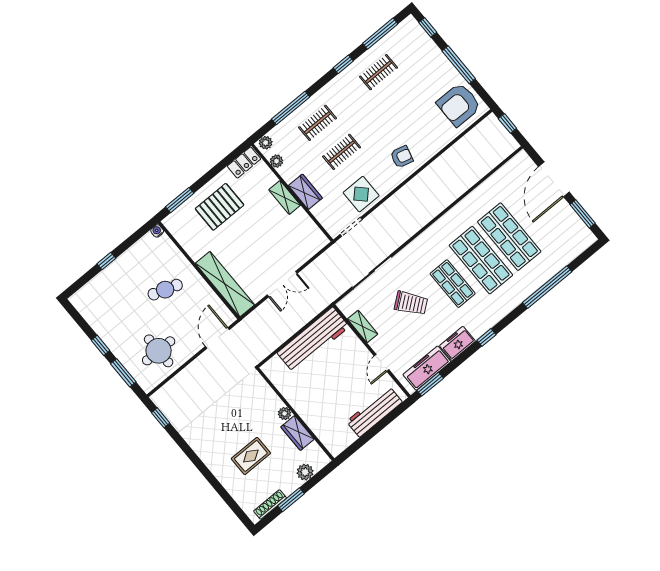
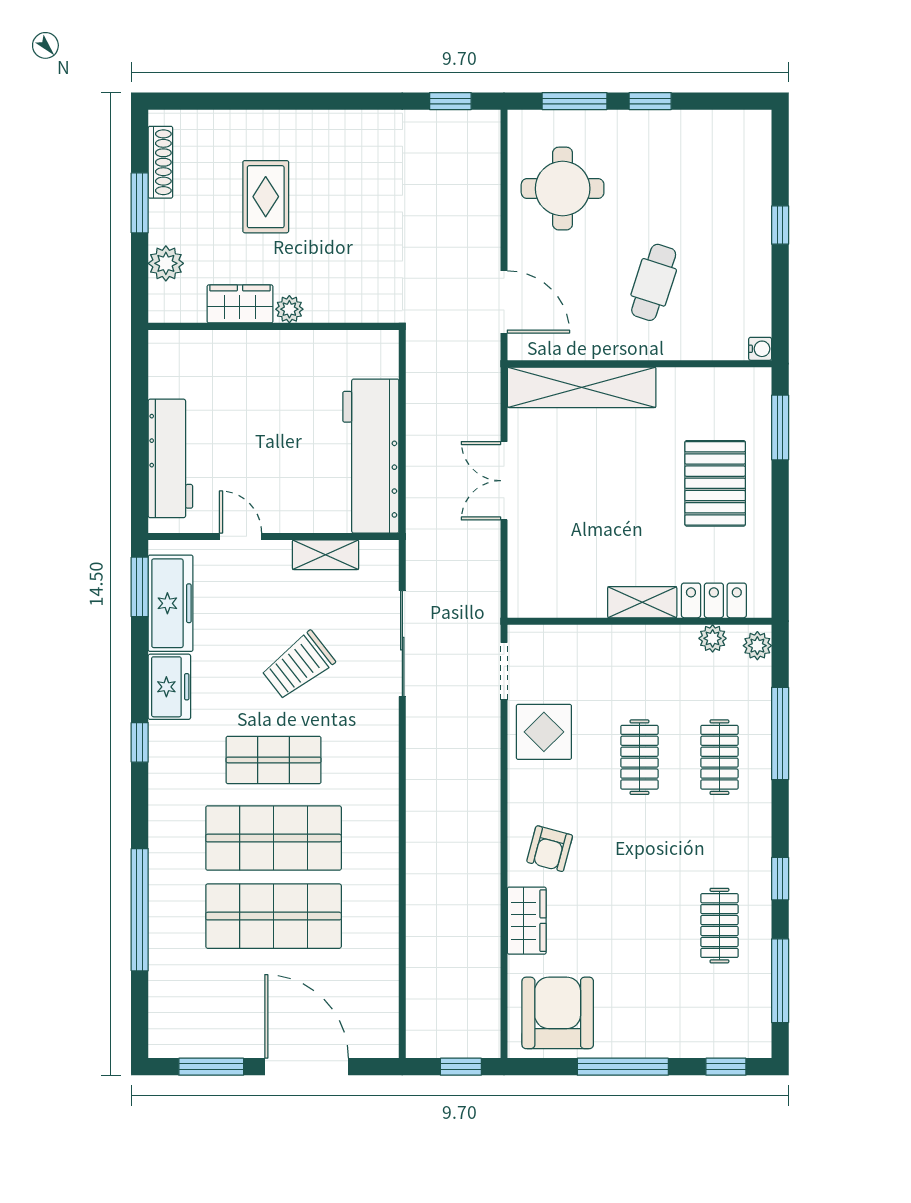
locker: (244, 163) -> (714, 600), moved, turned 90
wardrobe: (305, 192) -> (527, 921), moved, turned -90

